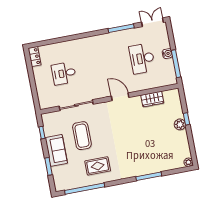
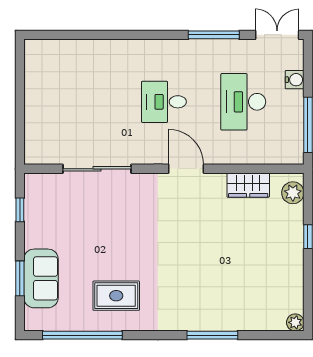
water cooler: (167, 54) -> (295, 80), moved
locker: (35, 57) -> (34, 58), removed
desk: (64, 73) -> (164, 102), moved
plant: (180, 124) -> (293, 193), moved
coffee table: (82, 136) -> (97, 231), removed
sofa: (56, 150) -> (41, 278), moved

